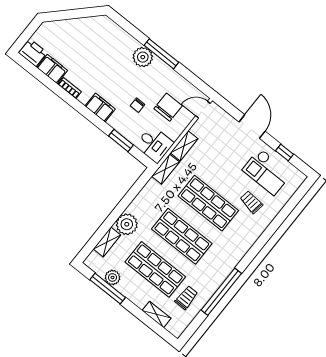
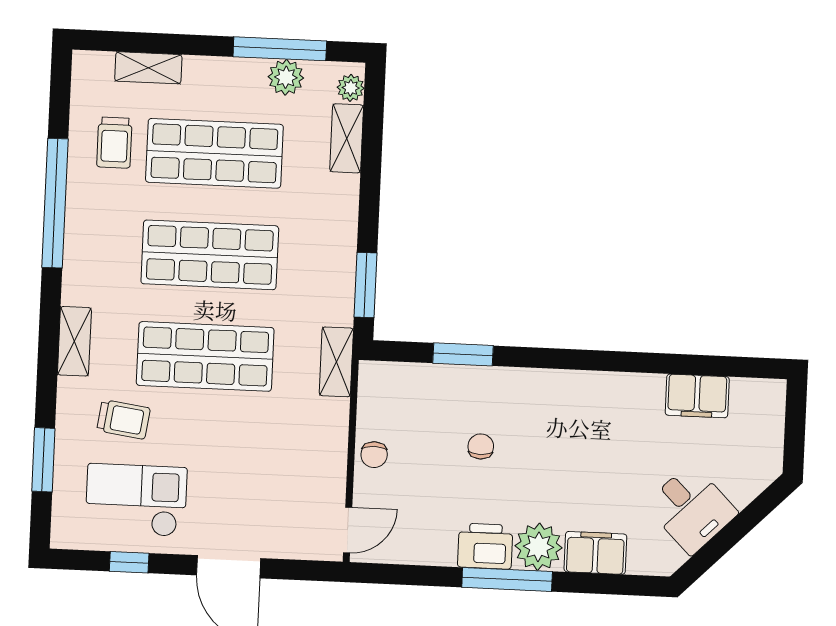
printer: (33, 53) -> (485, 546), moved, turned 180
bookcase: (70, 88) -> (636, 383), removed
chair: (168, 107) -> (374, 455), moved, width x0.54, depth x0.54
filing cabinet: (100, 108) -> (595, 553), moved, turned 180
desk: (154, 144) -> (691, 509), moved, turned -135
shelving: (184, 146) -> (74, 341), moved
window: (137, 188) -> (366, 285), added
window: (288, 208) -> (43, 460), added
plant: (127, 224) -> (351, 88), moved, width x0.53, depth x0.53

